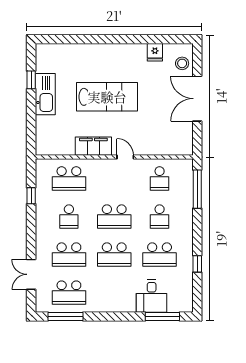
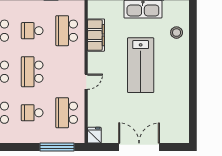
fridge: (155, 52) -> (94, 135), moved, turned 90
stool: (182, 63) -> (177, 33), moved
filing cabinet: (93, 146) -> (96, 35), moved
school desk: (160, 178) -> (67, 113), width x1.85

